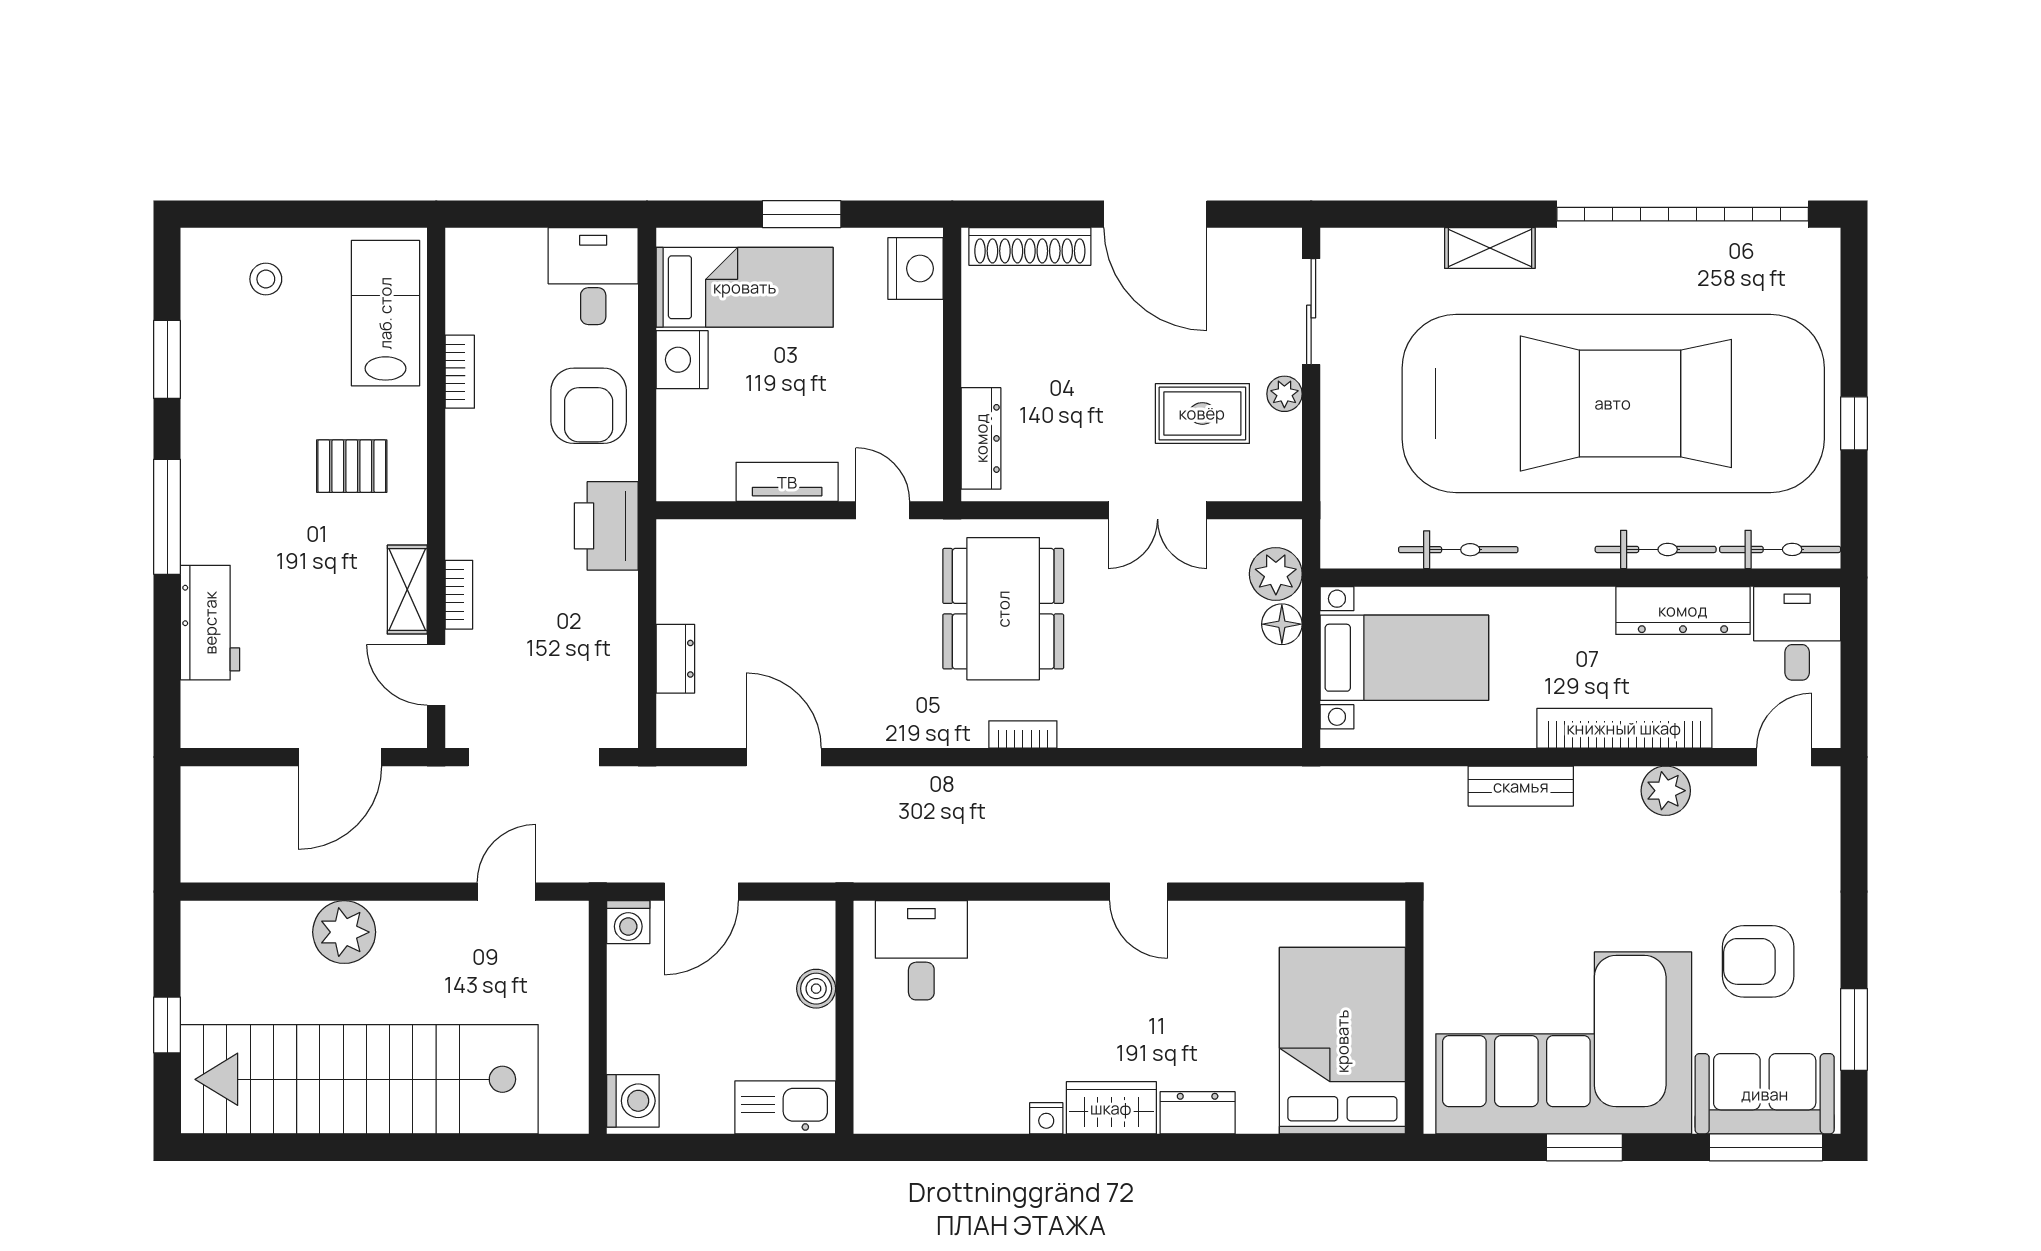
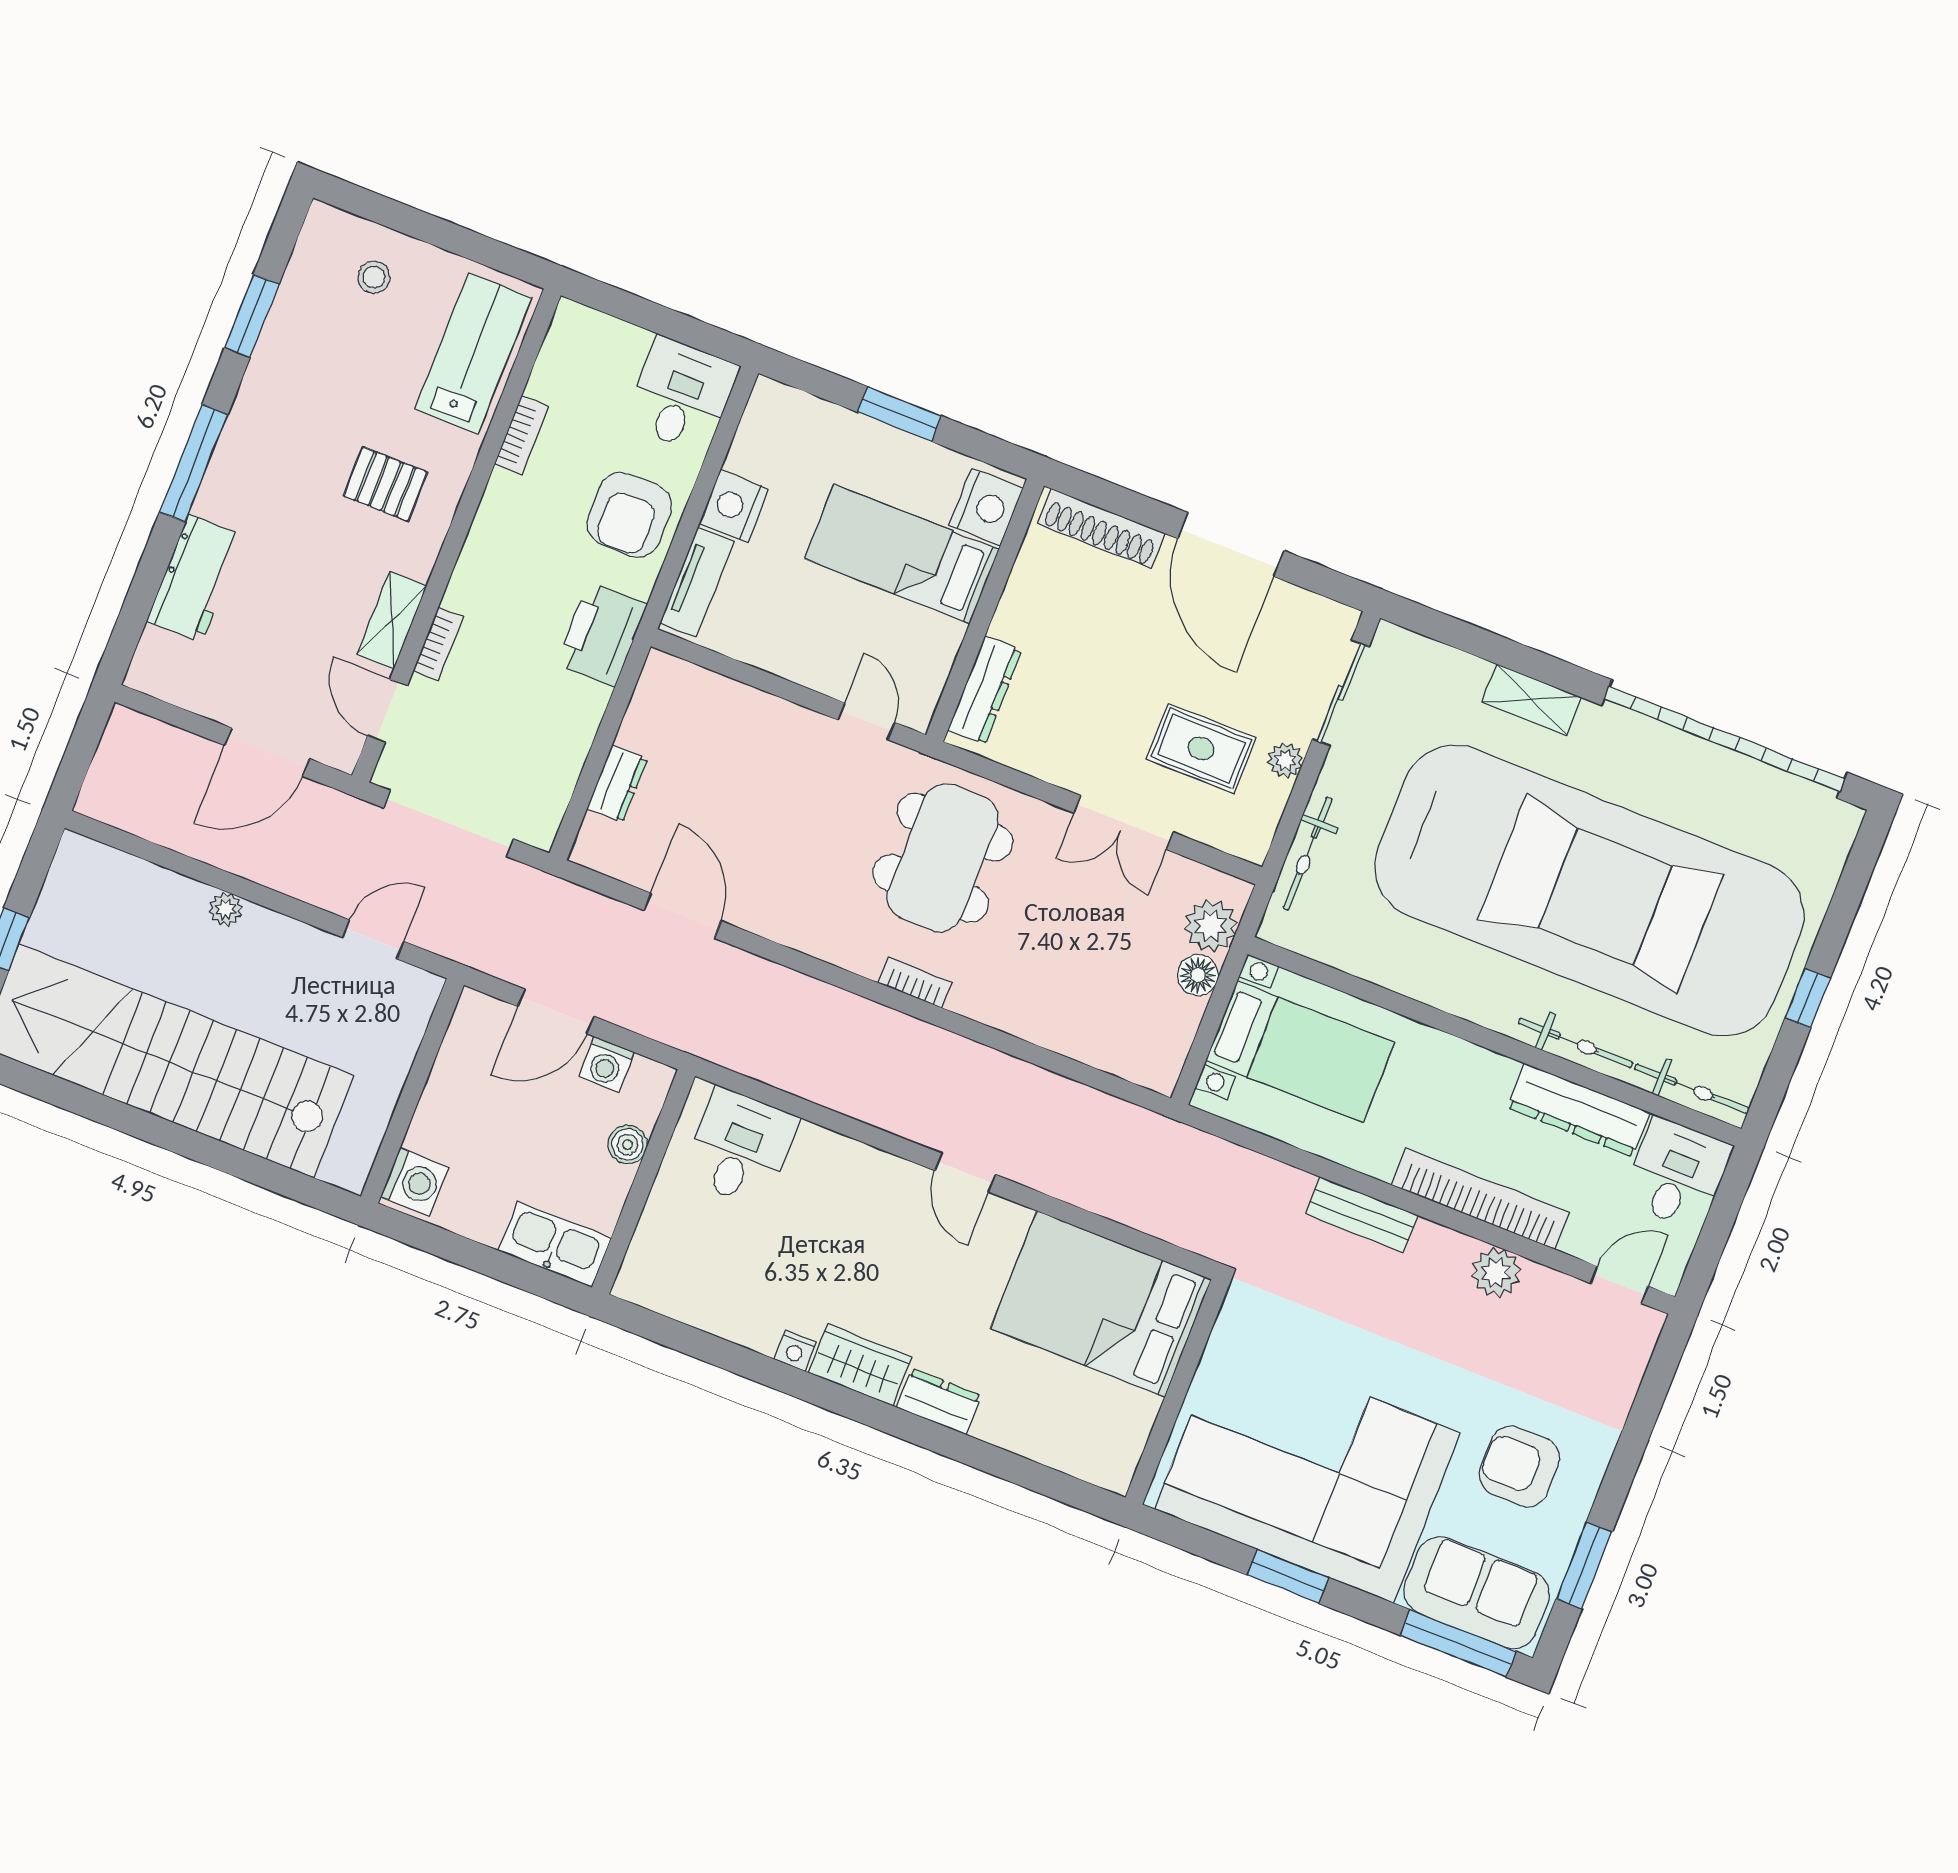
bed: (745, 287) -> (902, 554), moved, turned 180
tv unit: (787, 482) -> (697, 582), moved, turned 90
bicycle: (1458, 550) -> (1308, 853), moved, turned 90
washing machine: (628, 922) -> (606, 1064), moved
plant: (344, 932) -> (226, 909), width x0.53, depth x0.53
bed: (1342, 1041) -> (1101, 1304), moved, turned -90

